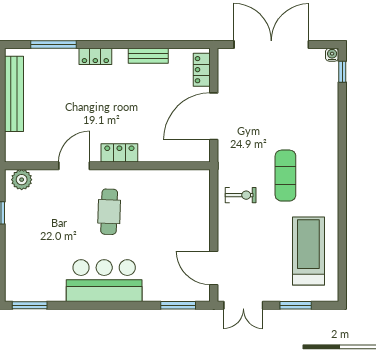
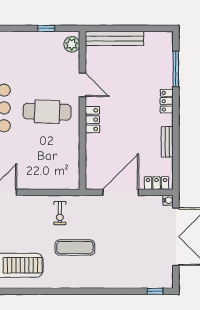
water cooler: (332, 55) -> (168, 200), moved
bench: (14, 94) -> (114, 38), moved
door: (214, 116) -> (121, 192), hinge flipped
cafe table: (109, 212) -> (47, 112), width x1.37, depth x1.35

